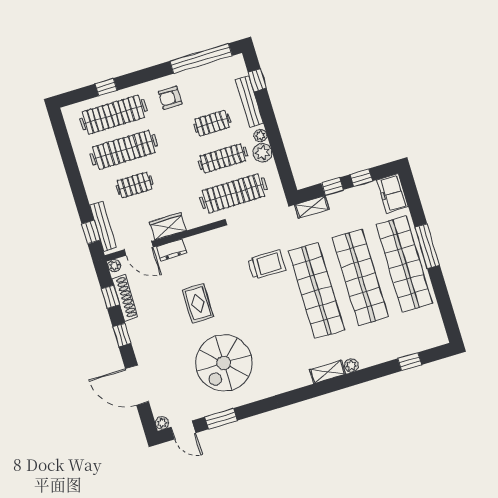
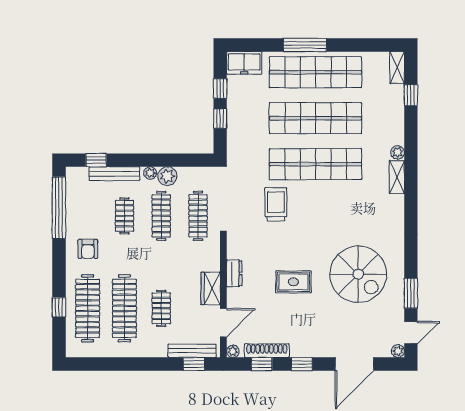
clothes rail: (233, 193) -> (198, 216), width x0.73, depth x0.76
shelving: (312, 207) -> (397, 68), moved
dresser: (171, 250) -> (234, 273), moved

